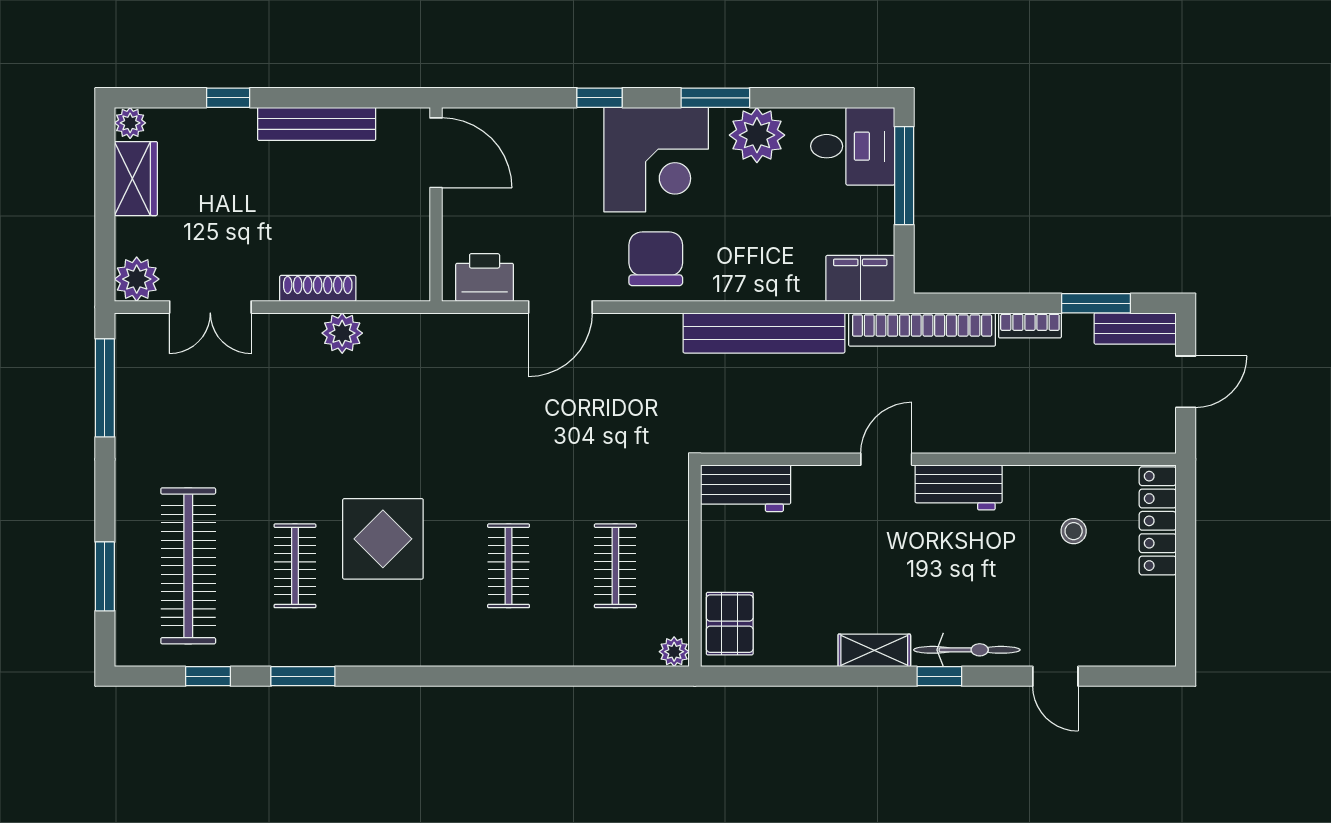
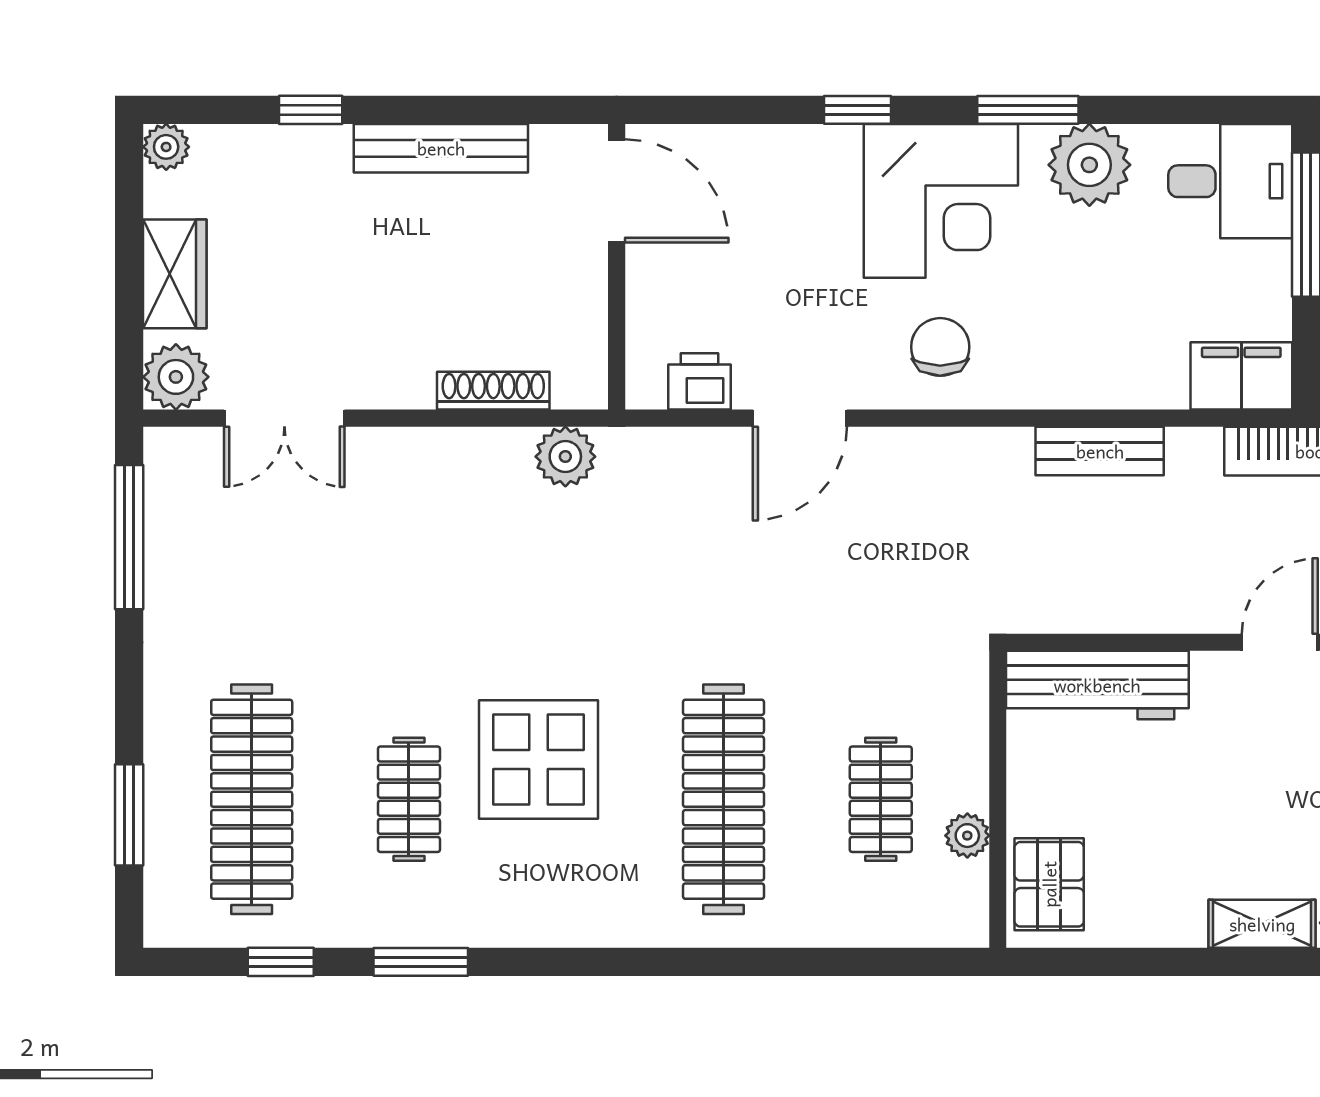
wardrobe: (136, 179) -> (175, 274), moved
chair: (656, 259) -> (940, 347), width x0.73, depth x0.73
printer: (485, 278) -> (699, 381), width x0.73, depth x0.81
shoe rack: (318, 288) -> (493, 391), moved
plant: (342, 333) -> (565, 457), moved
bench: (764, 333) -> (1100, 451), width x0.54, depth x0.82
workbench: (746, 488) -> (1097, 685), width x1.37
clothes rail: (509, 566) -> (723, 799), width x1.86, depth x1.31
plant: (674, 652) -> (967, 836), moved

